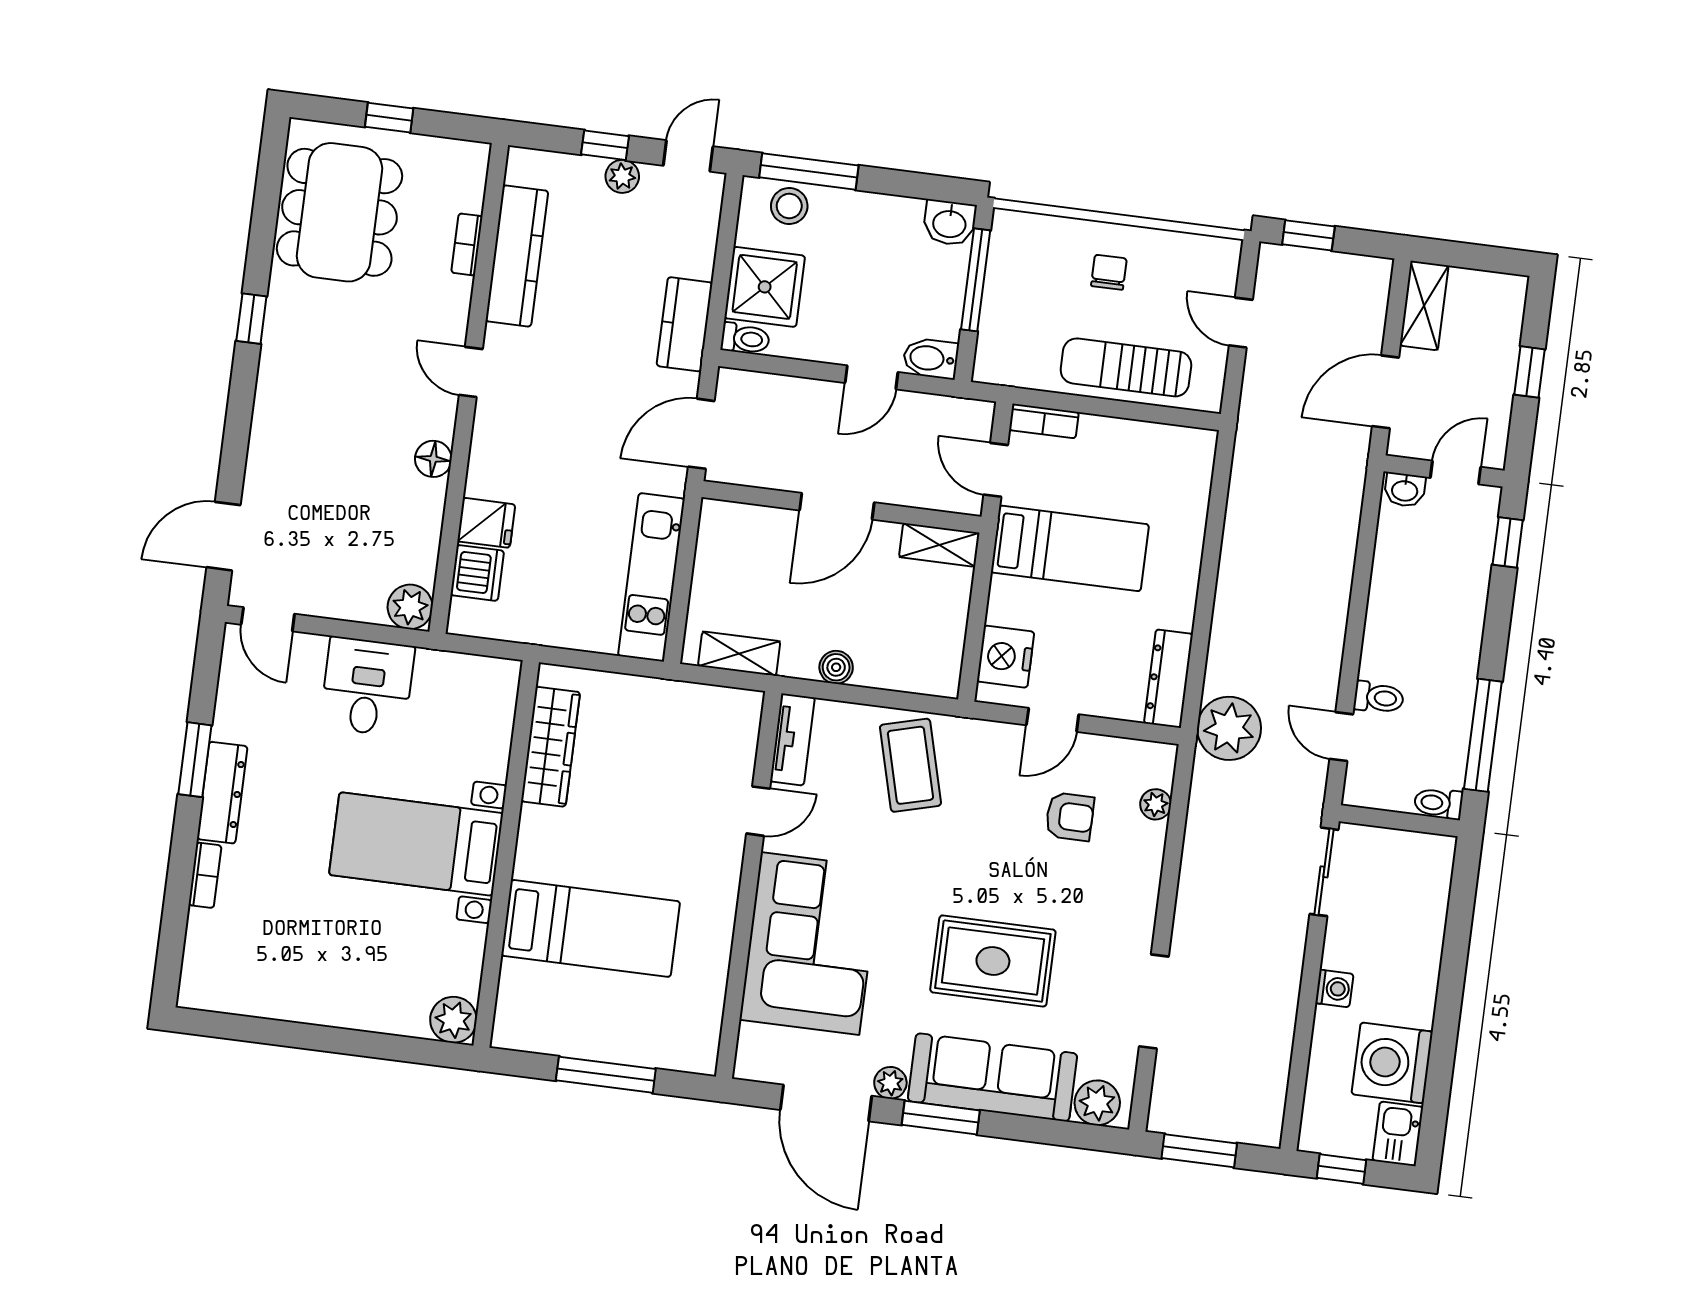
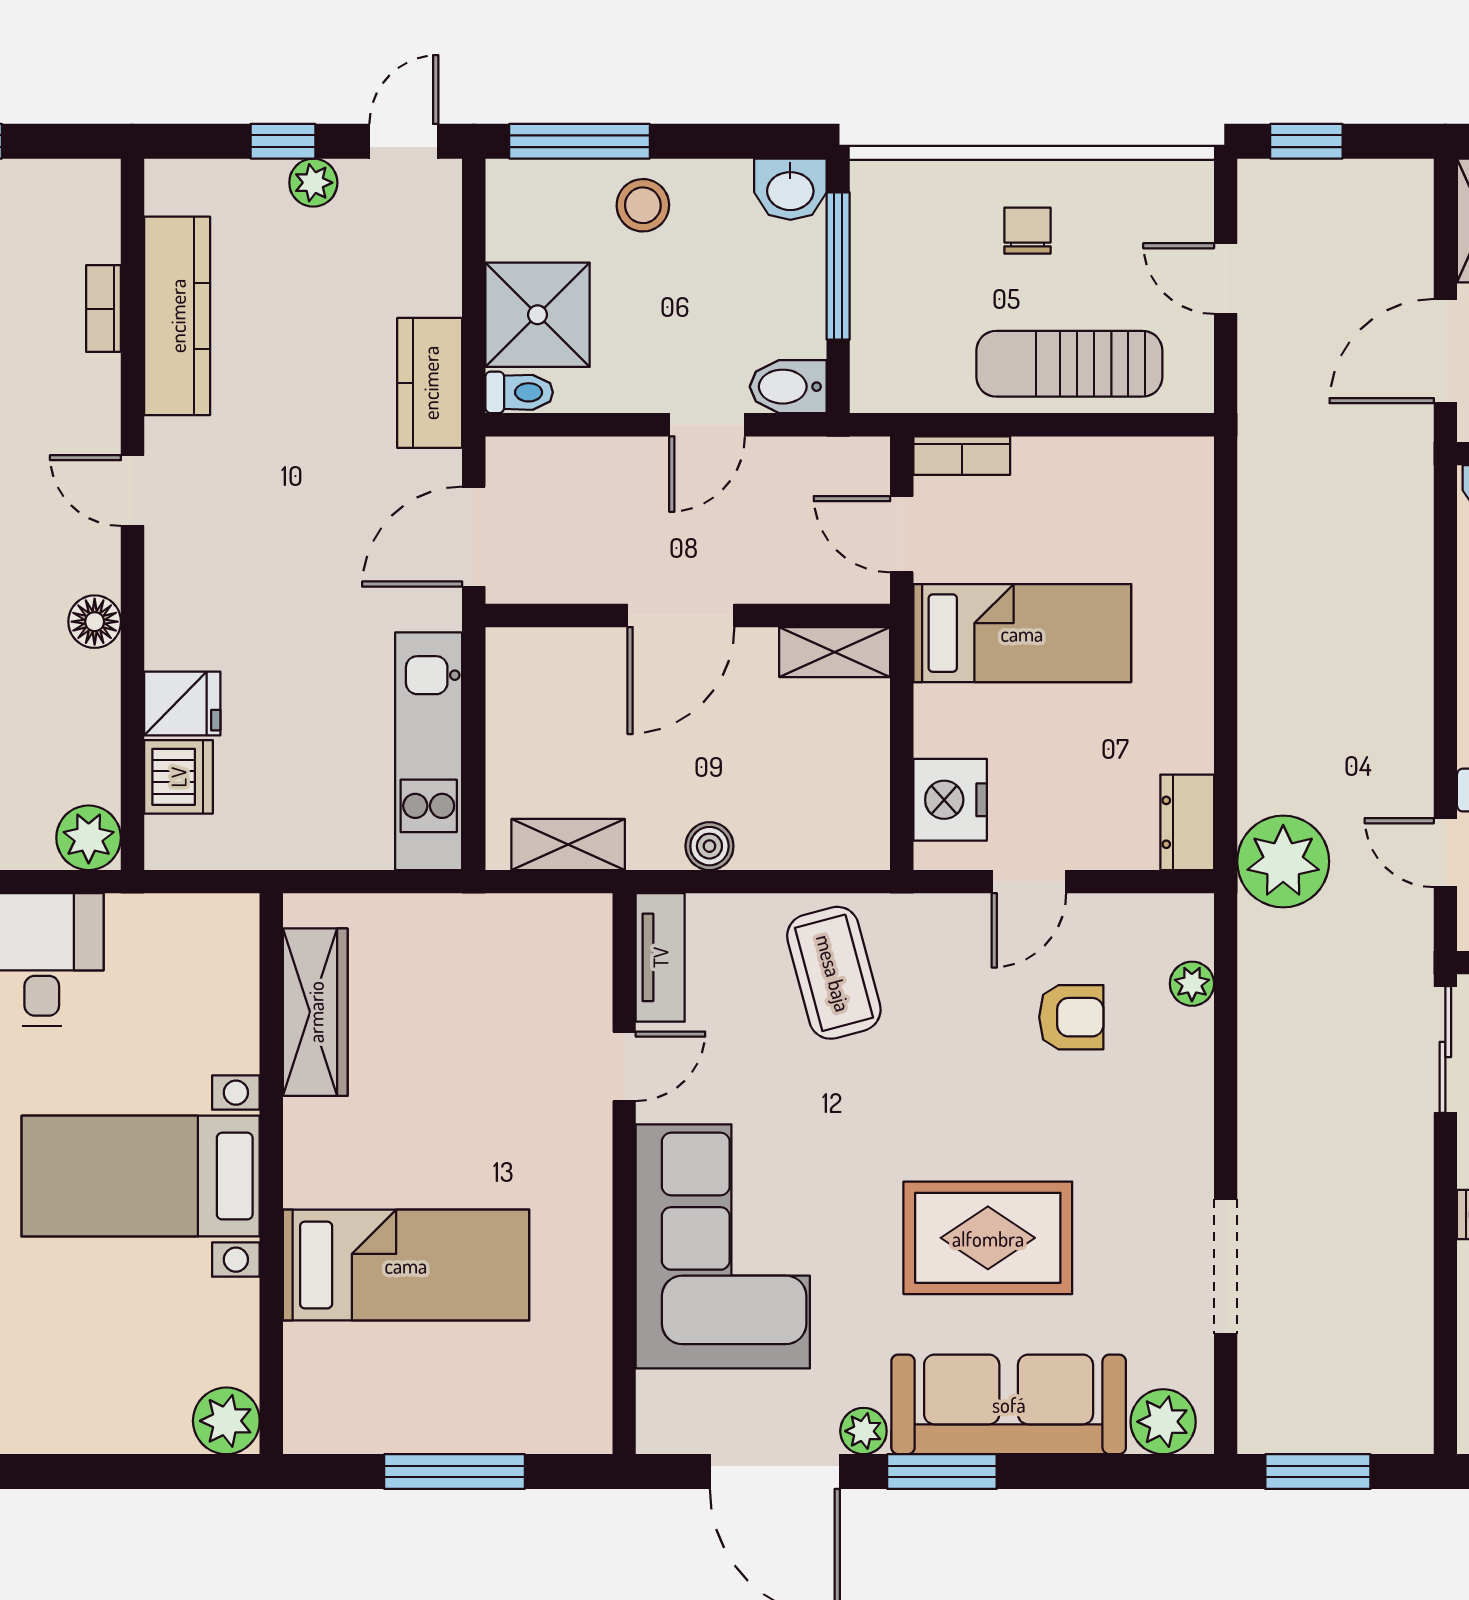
stool: (789, 206) -> (643, 205), moved
dresser: (1168, 679) -> (1187, 822), width x0.70

